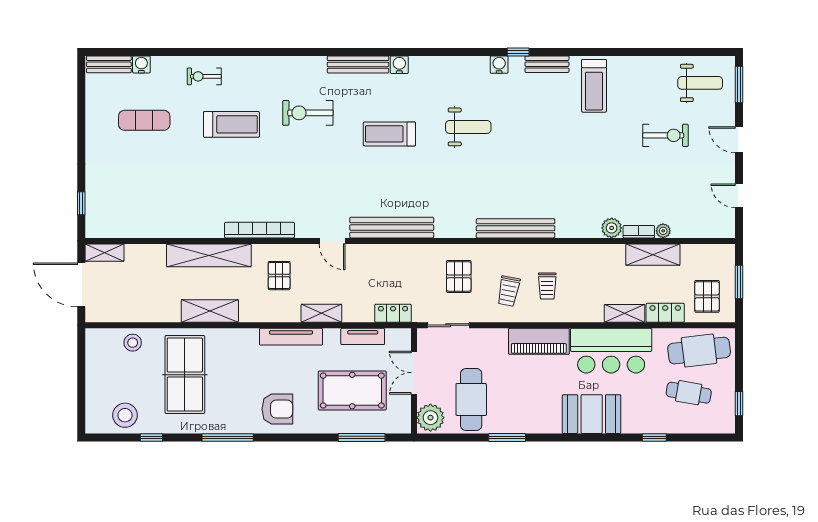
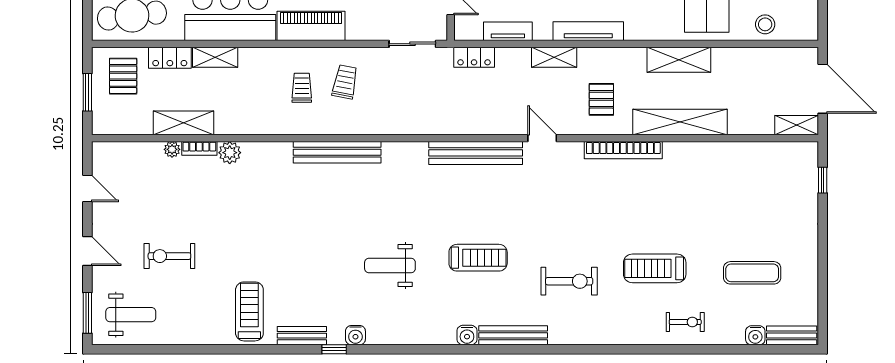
weight bench: (700, 83) -> (131, 315), turned 180
pallet: (459, 276) -> (401, 98), removed

